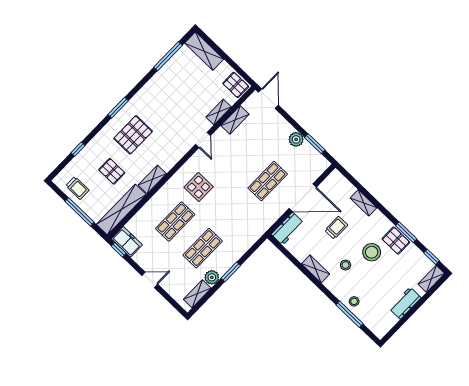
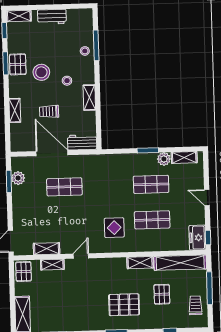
plant: (296, 139) -> (18, 178), moved

